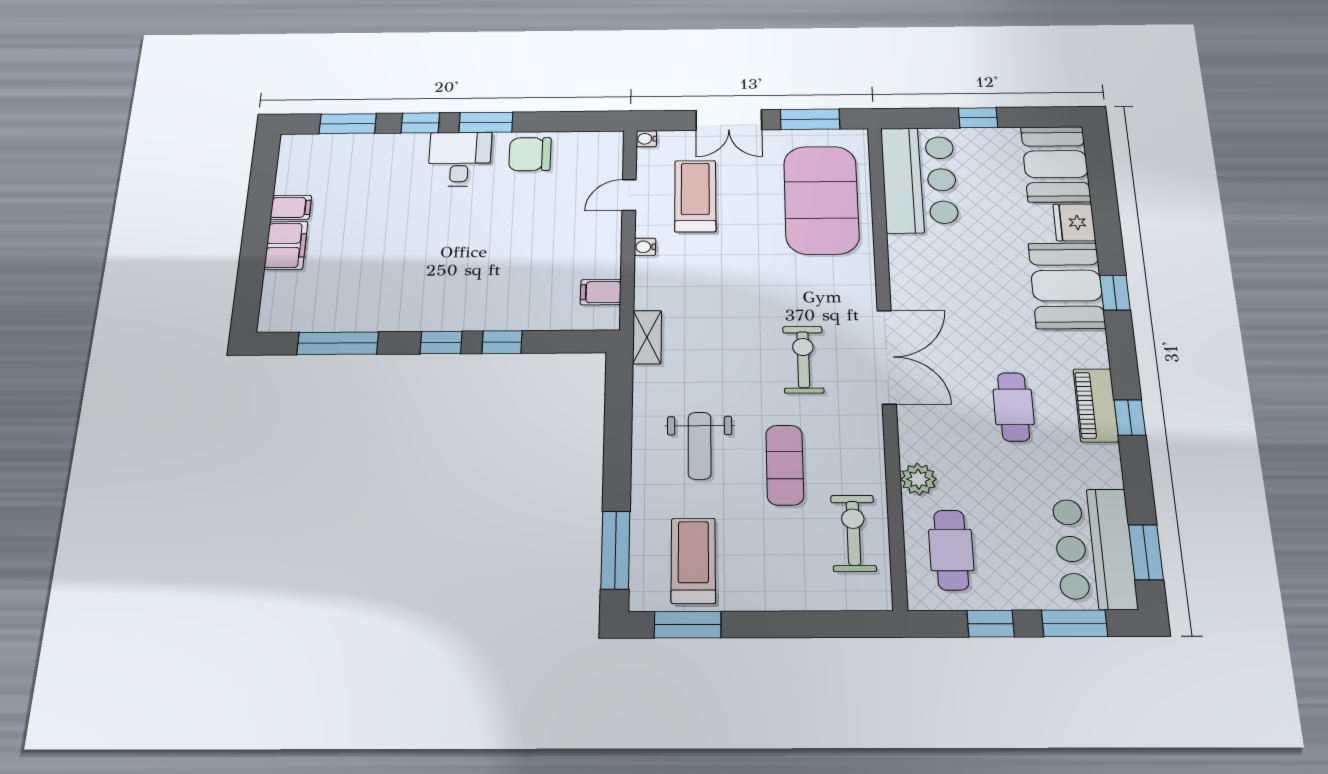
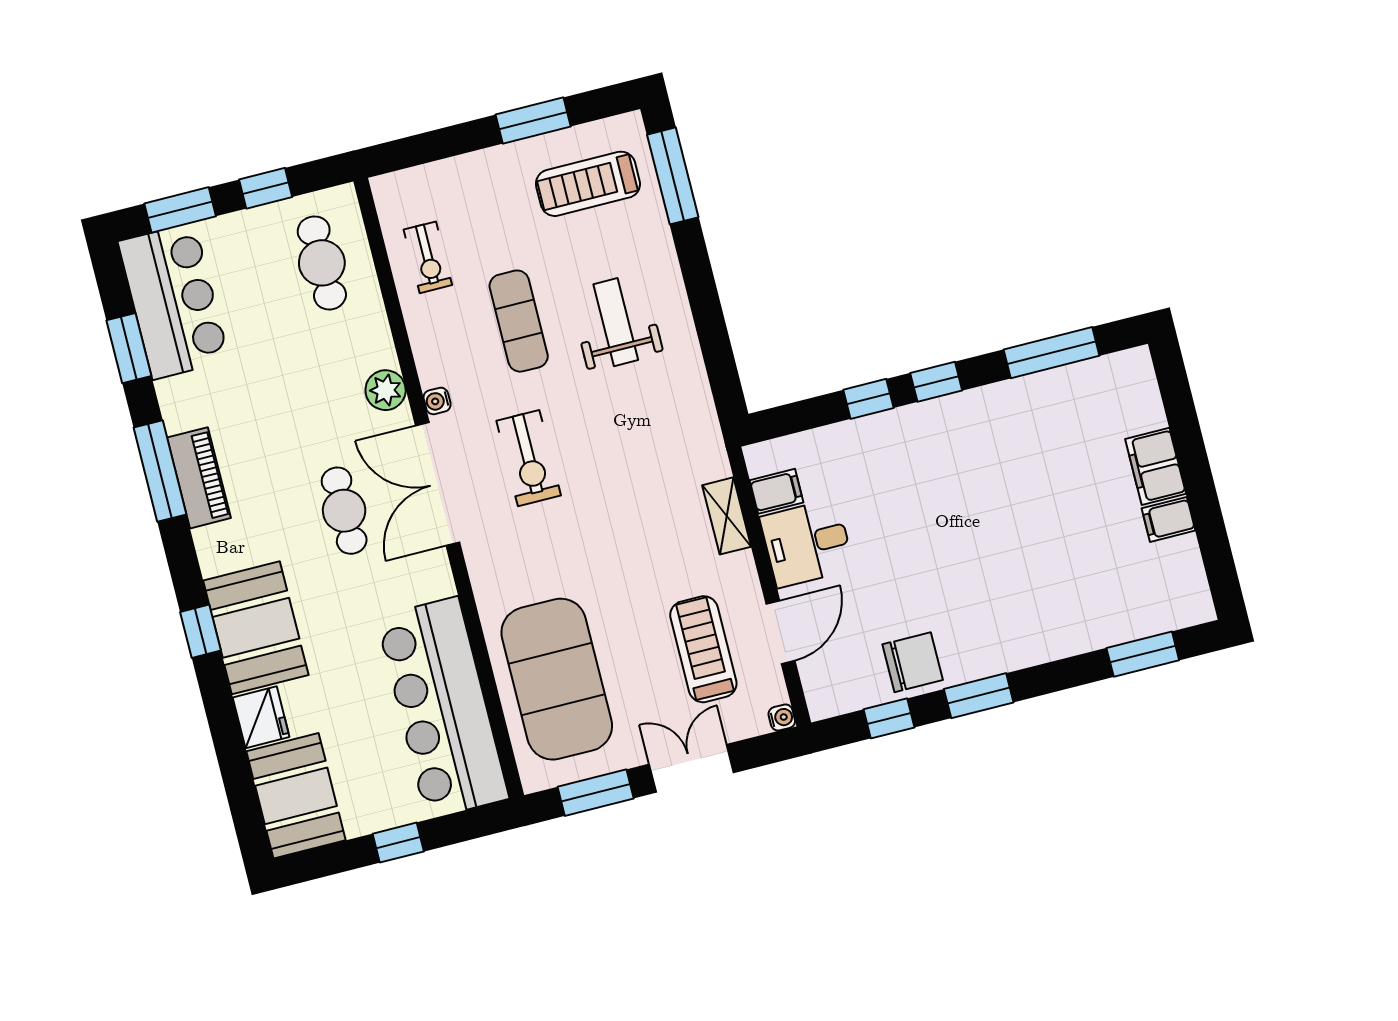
window: (420, 123) -> (889, 718), moved
desk: (460, 159) -> (807, 543), moved, turned 90
bar counter: (919, 180) -> (443, 708), width x1.36
door: (629, 195) -> (780, 632), width x1.38
treadmill: (695, 196) -> (703, 649), turned 180
water cooler: (645, 247) -> (437, 401), moved, turned 180
shelving: (647, 337) -> (727, 516), moved
cafe table: (1014, 407) -> (344, 511), moved
window: (1130, 418) -> (160, 471), width x2.17
plant: (918, 479) -> (386, 390), moved
exercise bike: (853, 533) -> (428, 257), width x0.73, depth x0.72
window: (1146, 552) -> (129, 348), moved
treadmill: (693, 561) -> (588, 184), turned 90
window: (688, 625) -> (533, 121), moved

